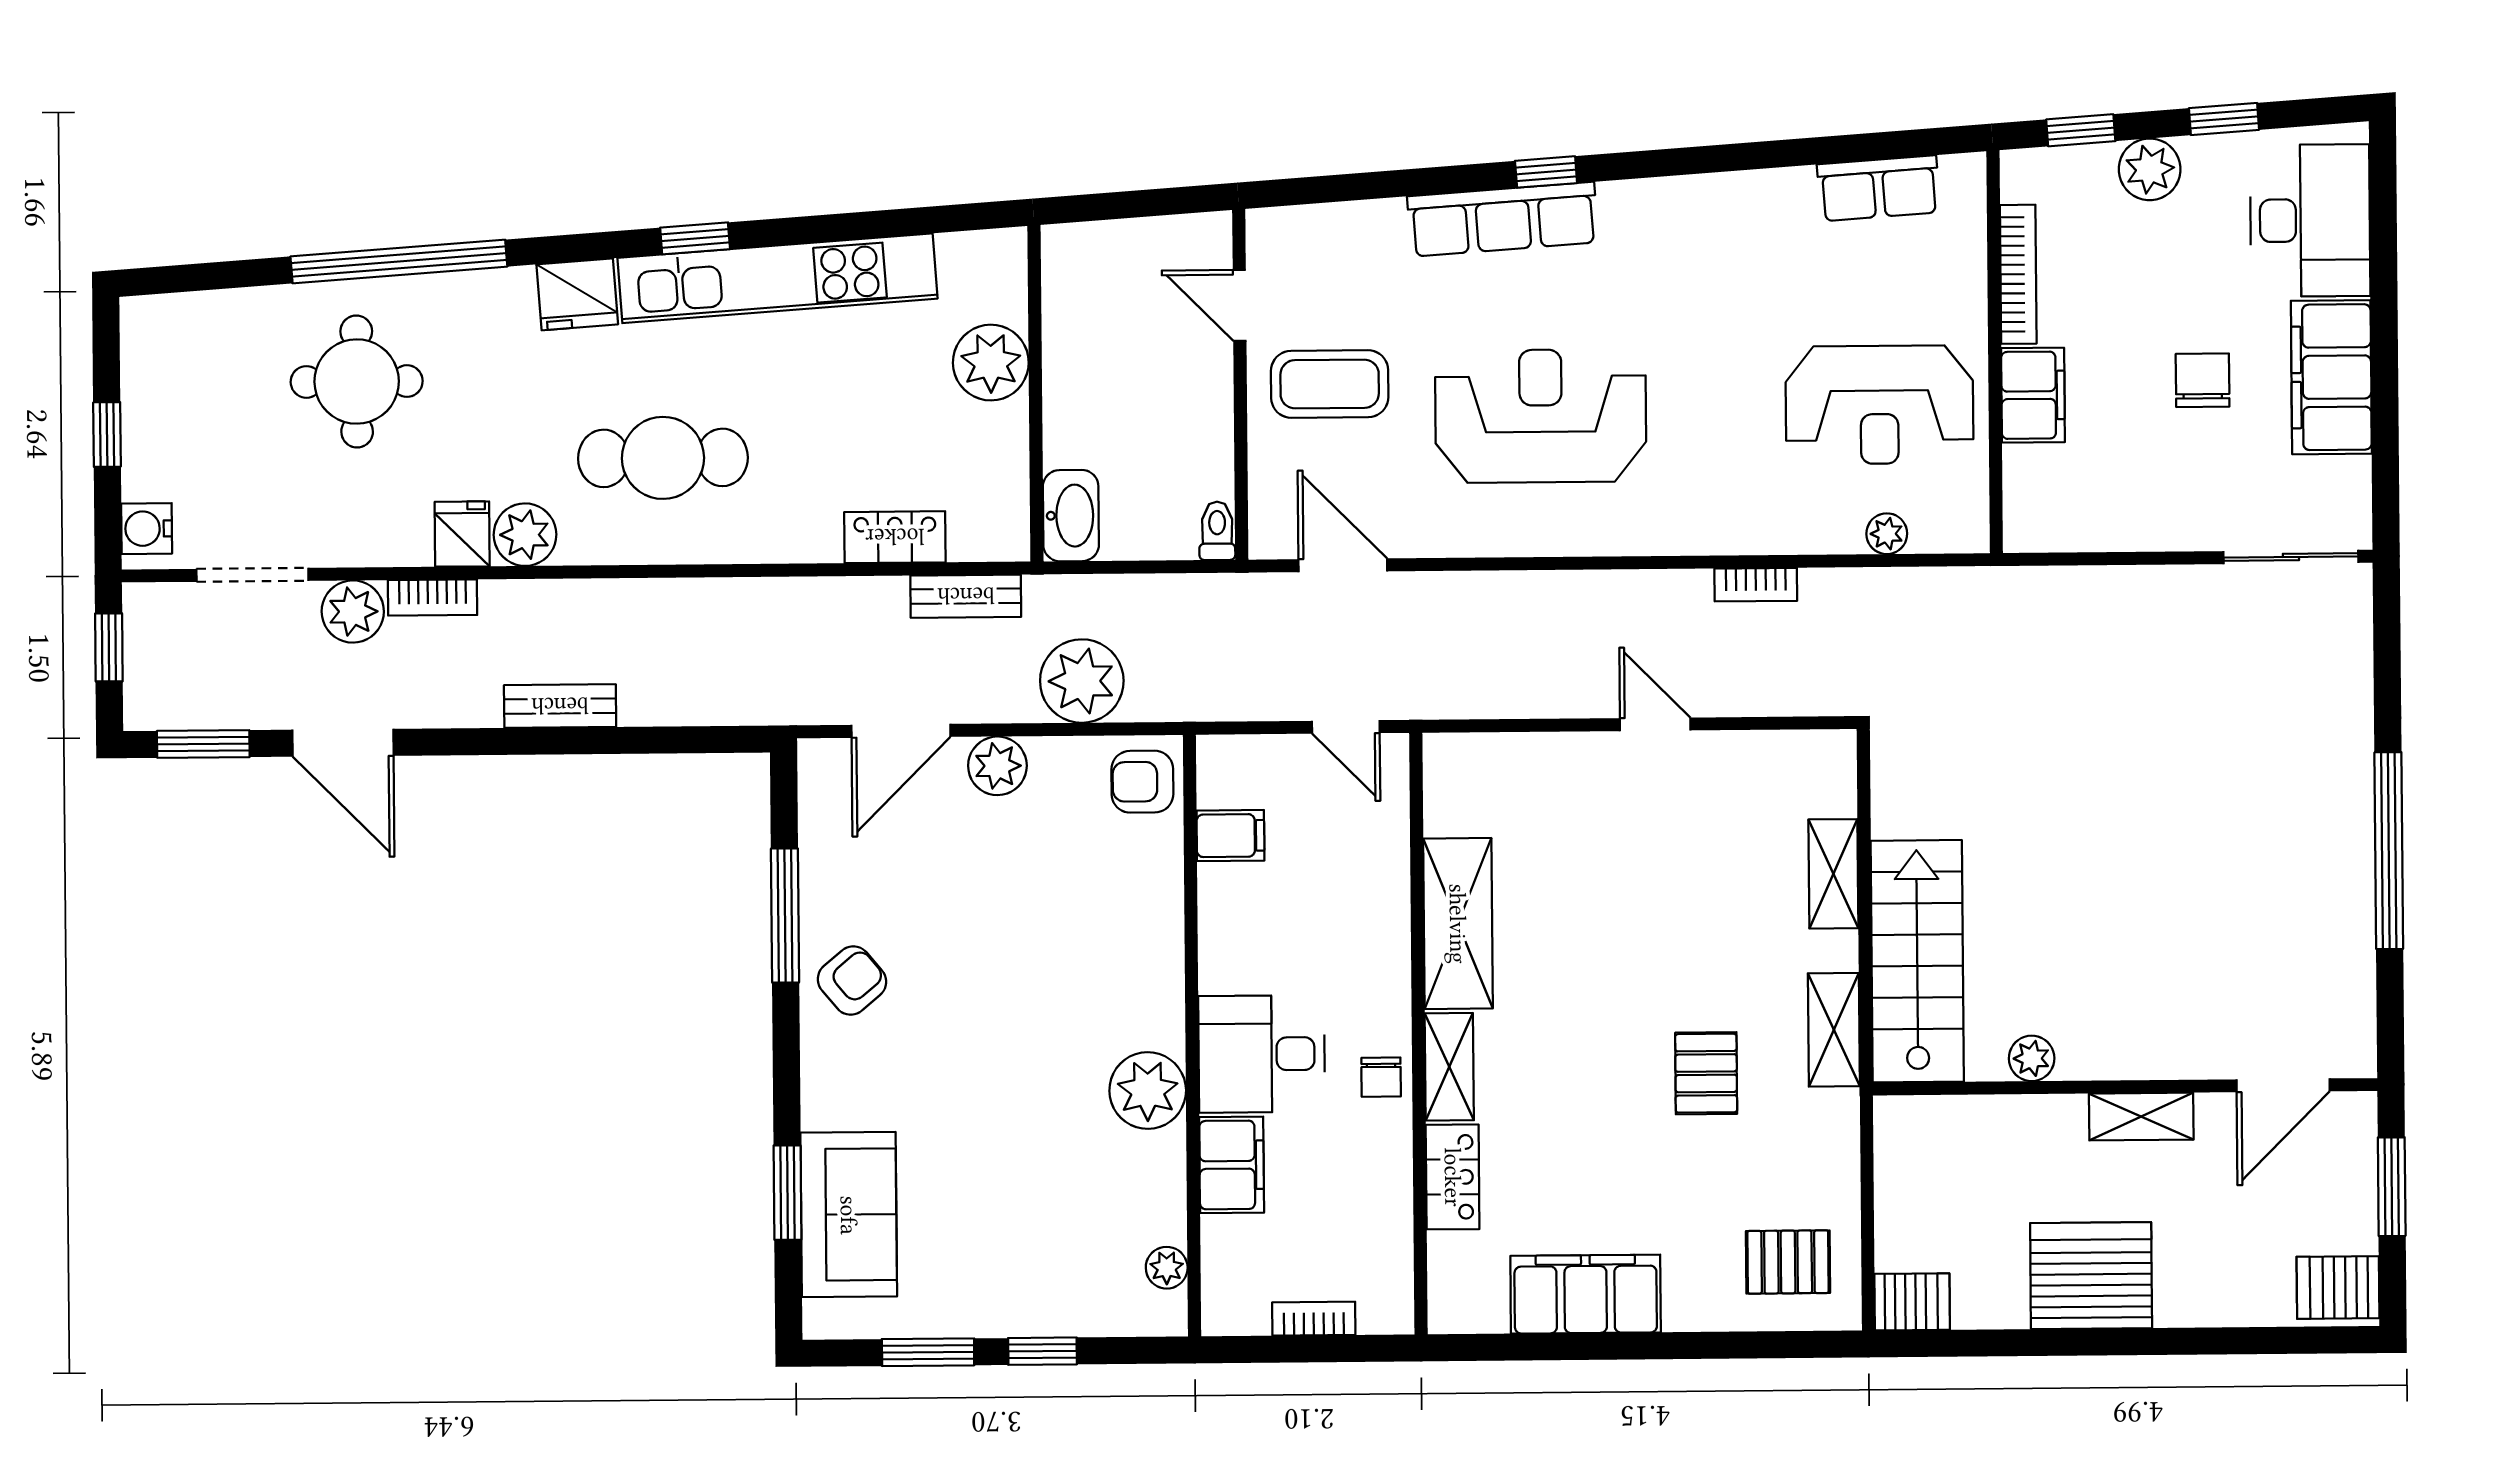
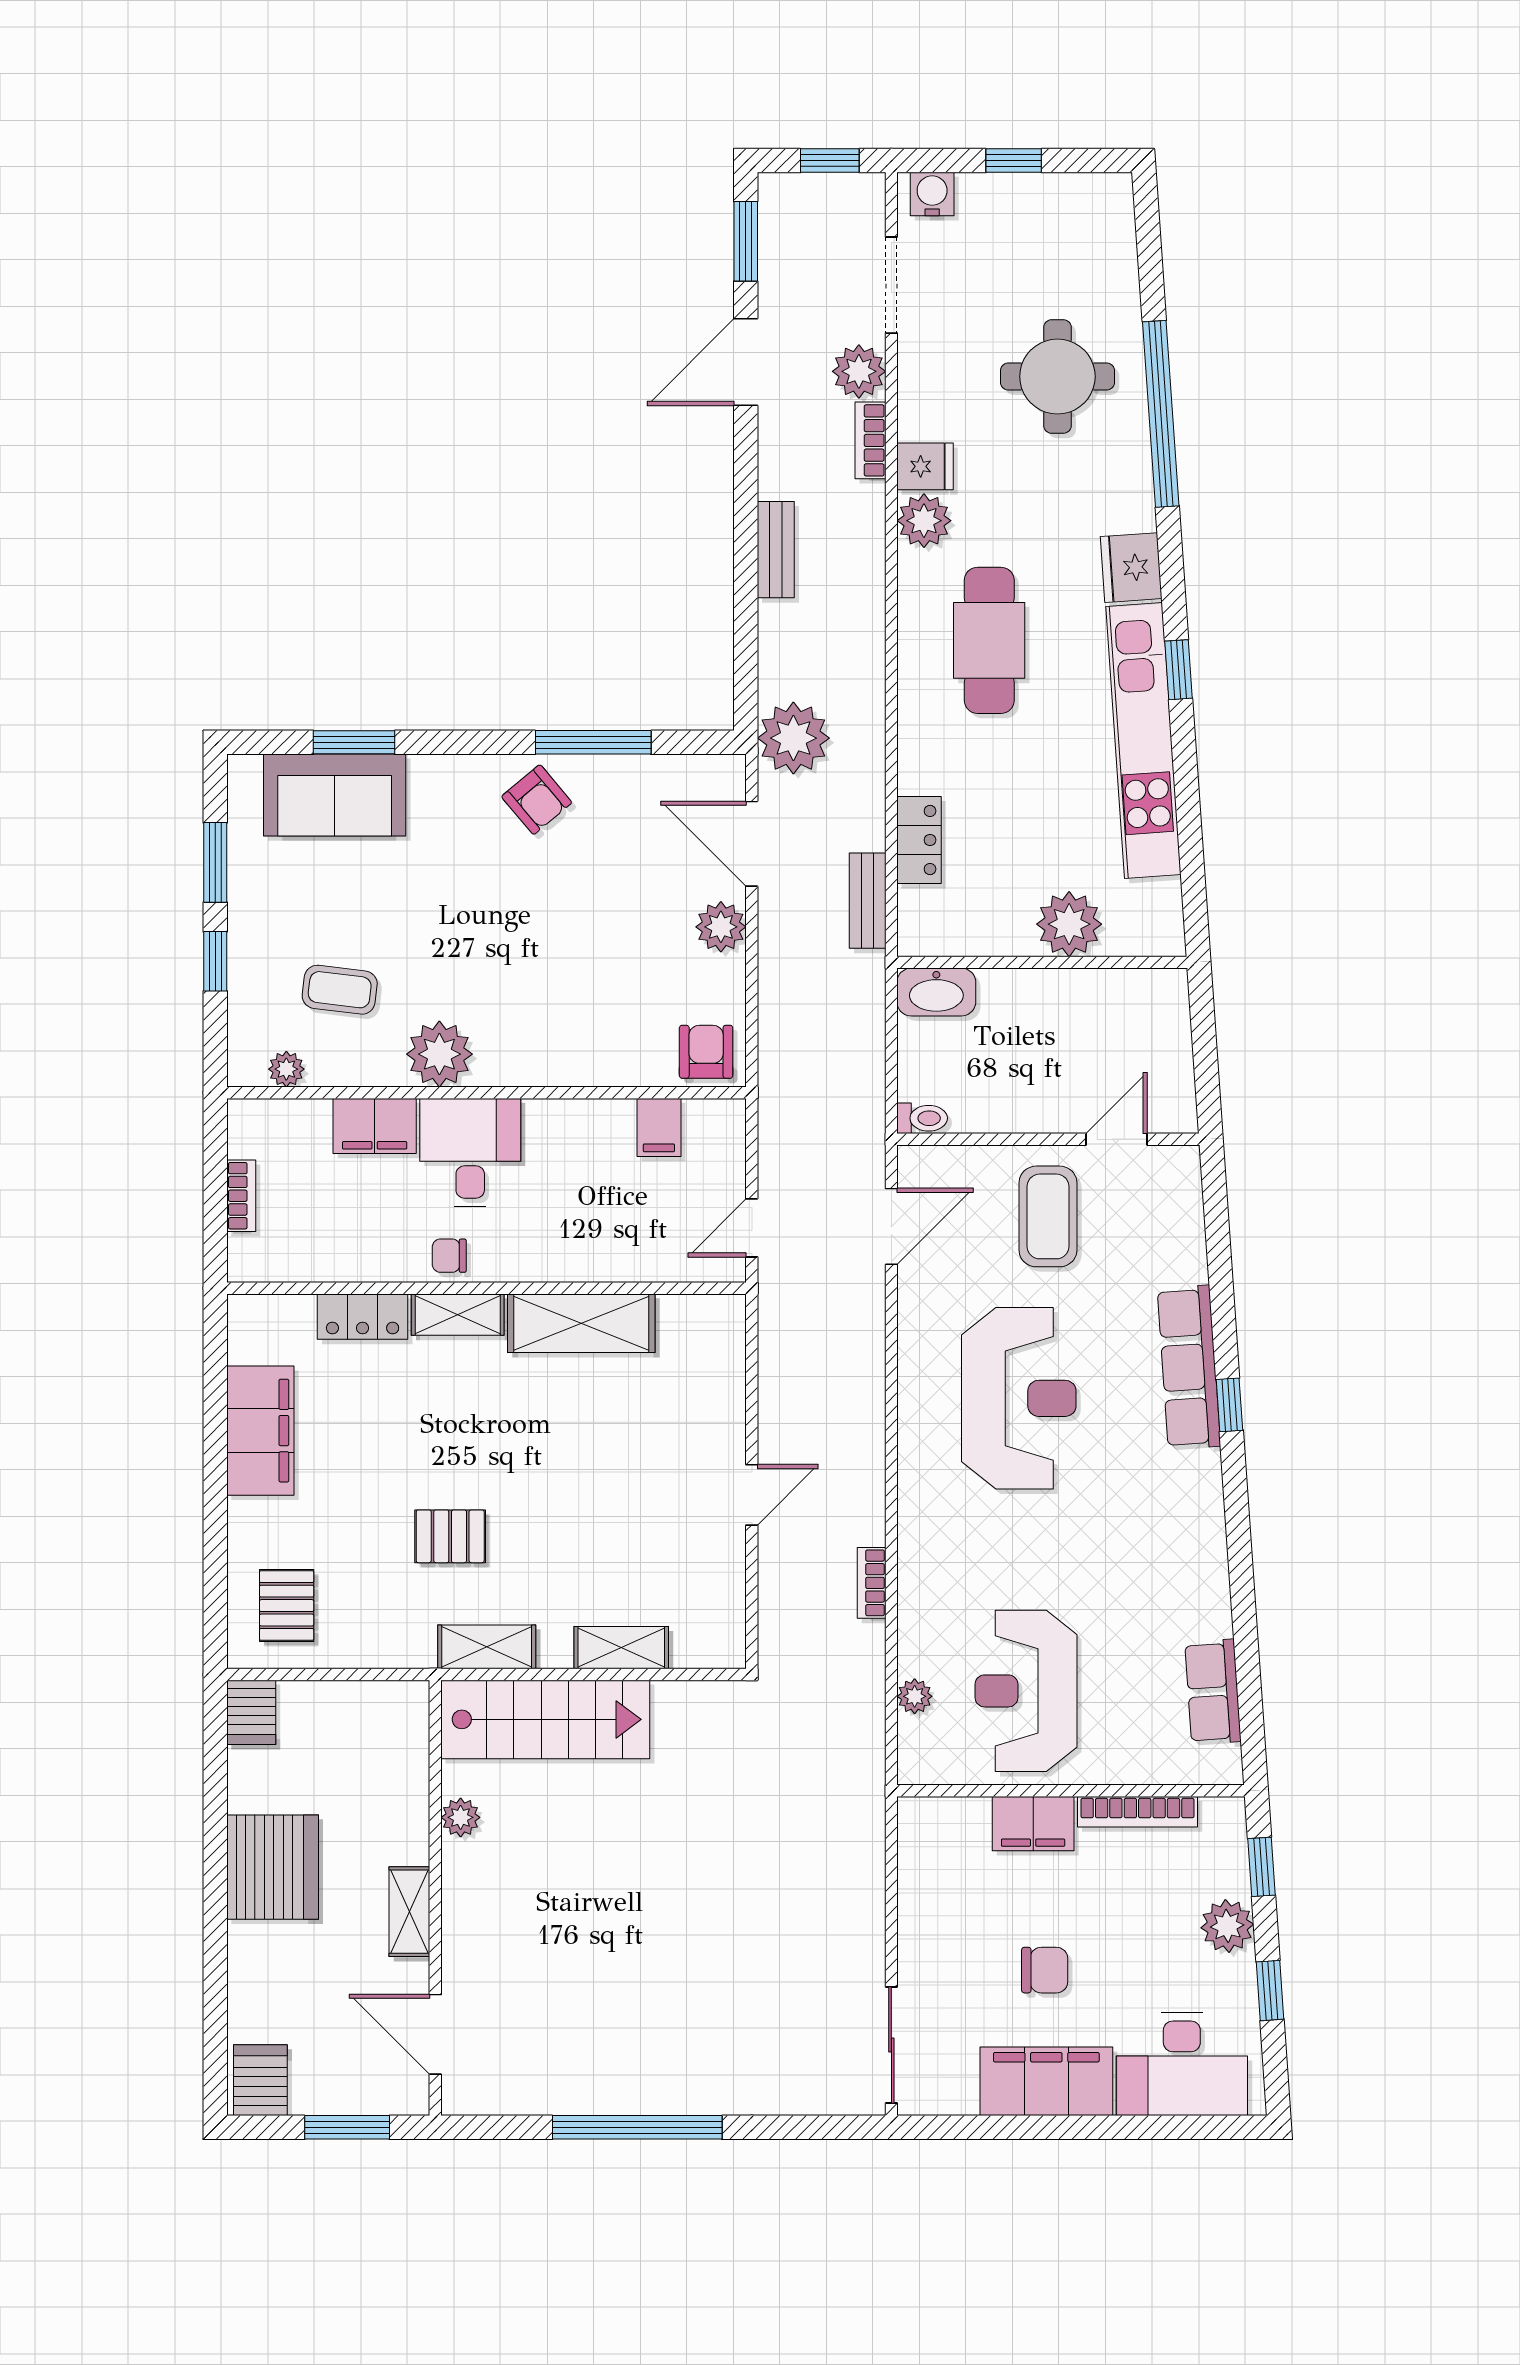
plant: (1082, 681) -> (793, 738), moved
coffee table: (1074, 1207) -> (340, 990), added

